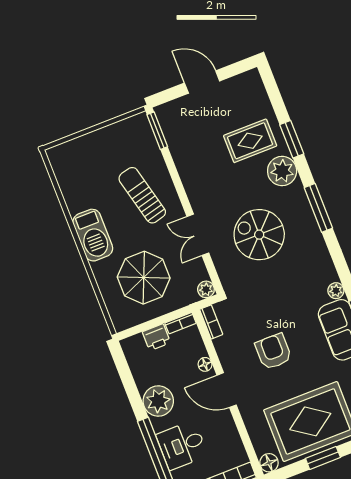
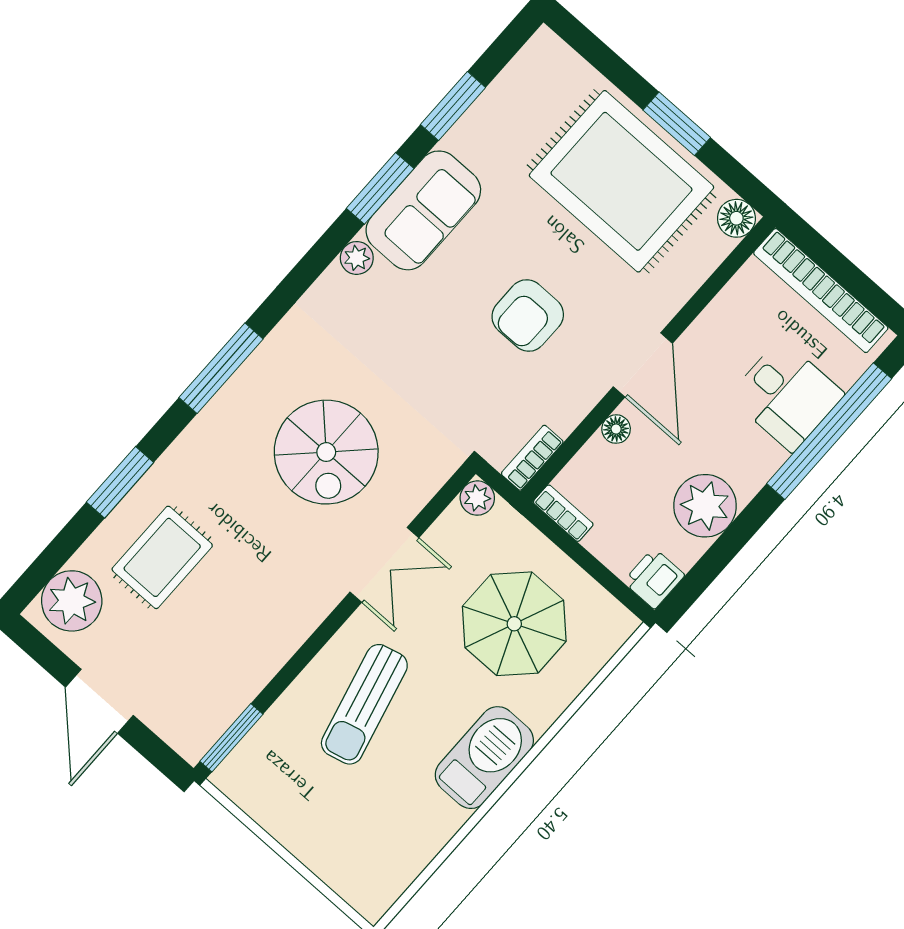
rug: (250, 141) -> (162, 557), turned 90
plant: (282, 171) -> (72, 601), moved
printer: (156, 337) -> (654, 578), moved, turned -90
plant: (158, 401) -> (705, 506), moved

